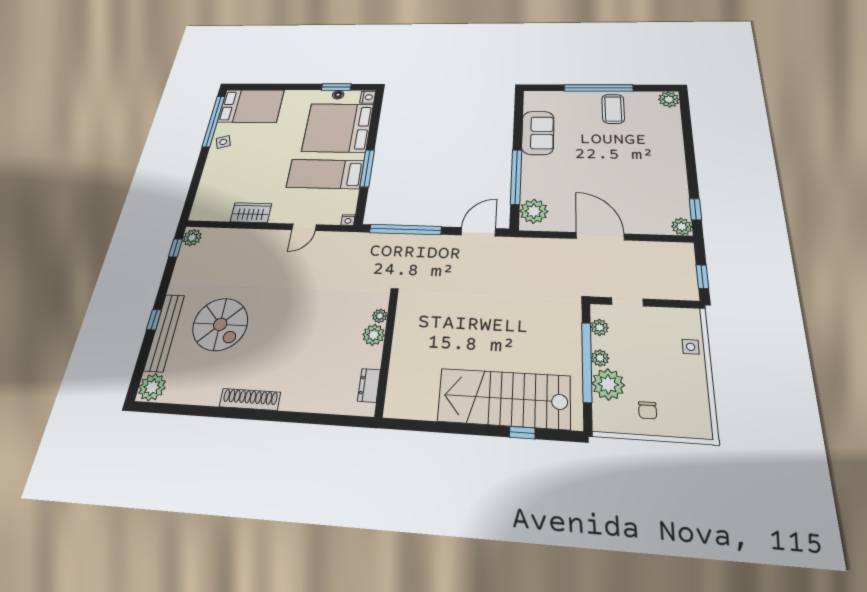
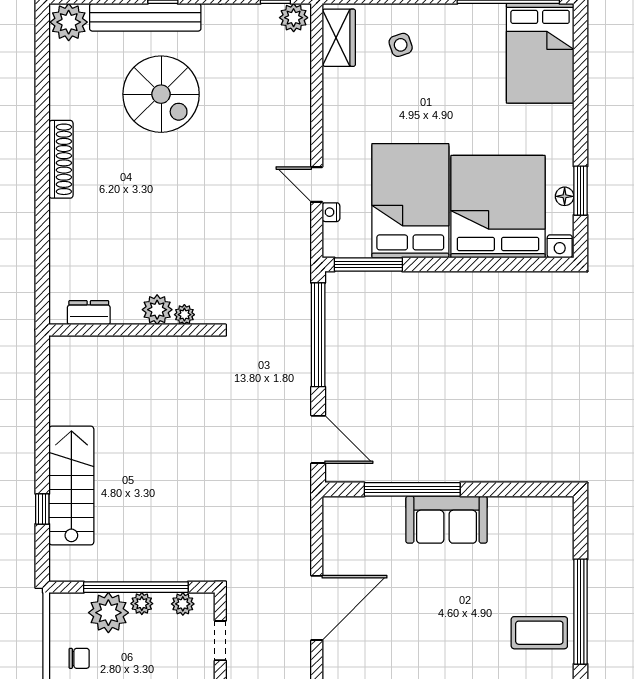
sofa: (538, 133) -> (446, 520), moved
side table: (223, 142) -> (401, 45), moved
window: (367, 168) -> (368, 264), moved
bed: (325, 174) -> (410, 201), width x1.50
plant: (534, 211) -> (354, 516), removed
wardrobe: (251, 213) -> (339, 38), moved
nightstand: (348, 220) -> (331, 212), moved
spiral stairs: (220, 324) -> (161, 94), turned -90
stairs: (504, 398) -> (71, 486), width x0.73, depth x0.66
chair: (648, 410) -> (79, 658), turned 180

